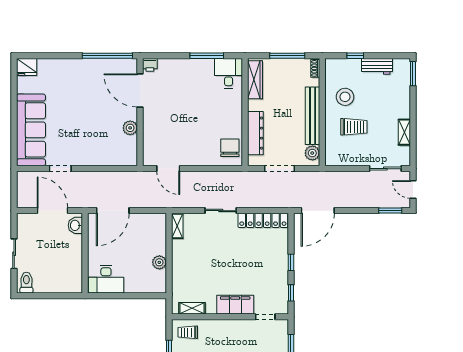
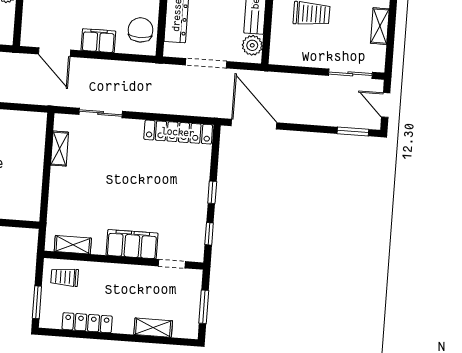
filing cabinet: (200, 158) -> (98, 41), added
sliding door: (221, 211) -> (101, 113), moved
door: (318, 211) -> (254, 124), swing flipped
shelving: (177, 226) -> (60, 149), moved
plant: (159, 262) -> (33, 179), removed

